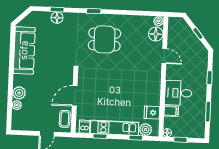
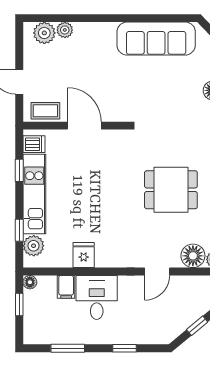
dining table: (104, 39) -> (171, 190), moved, turned 90
plant: (19, 93) -> (44, 33), moved
fridge: (152, 113) -> (84, 255), moved

